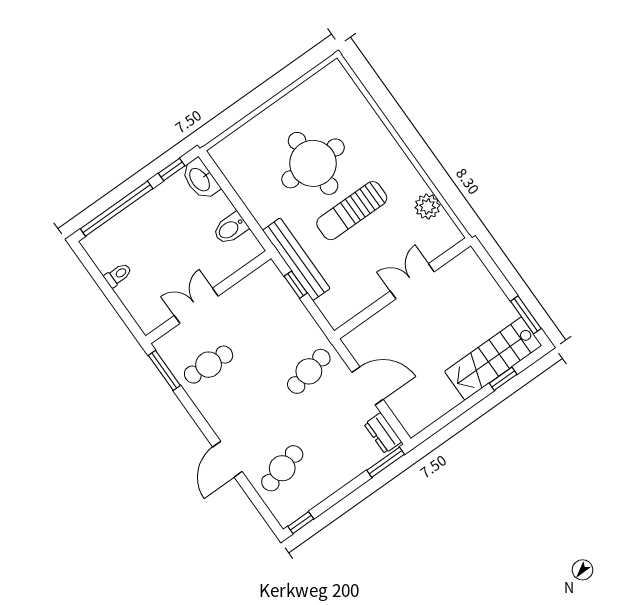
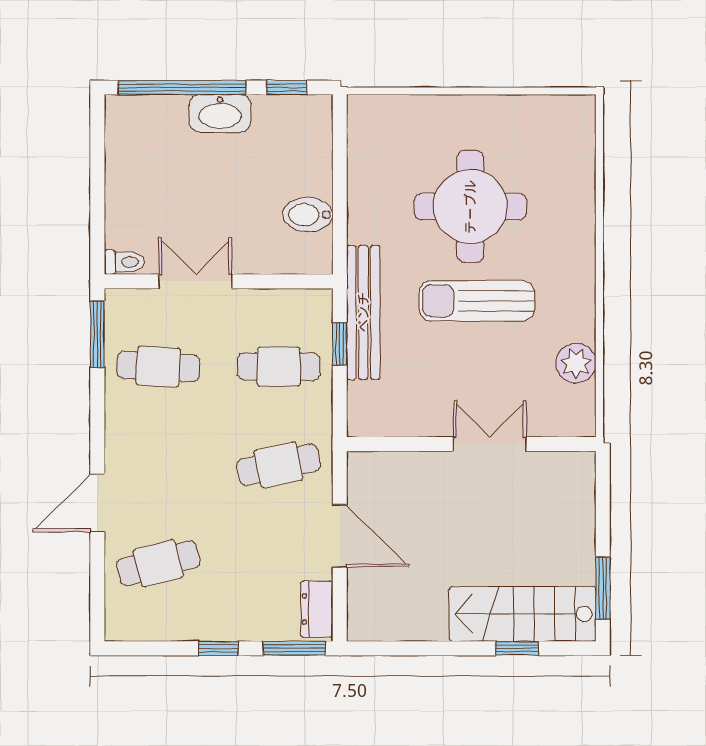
washbasin: (200, 179) -> (220, 113), moved, turned -90
toilet: (118, 275) -> (124, 262), moved
cafe table: (272, 319) -> (279, 367), added
window: (301, 523) -> (218, 648), moved

